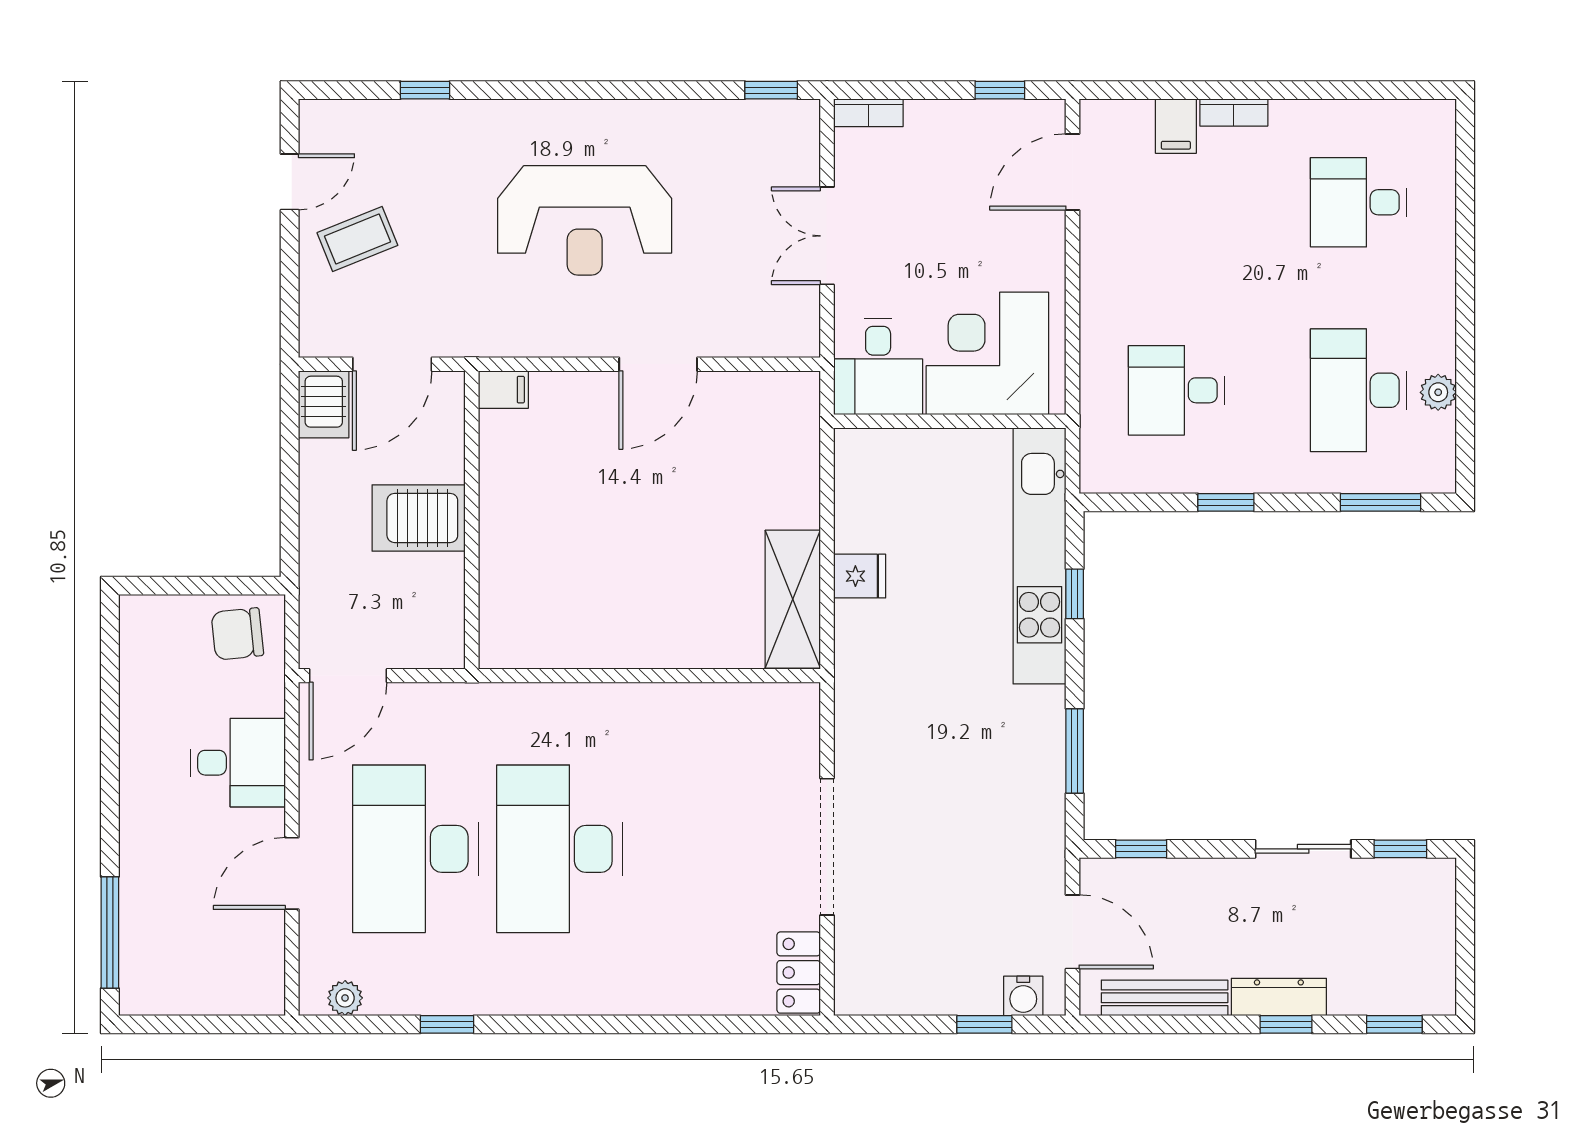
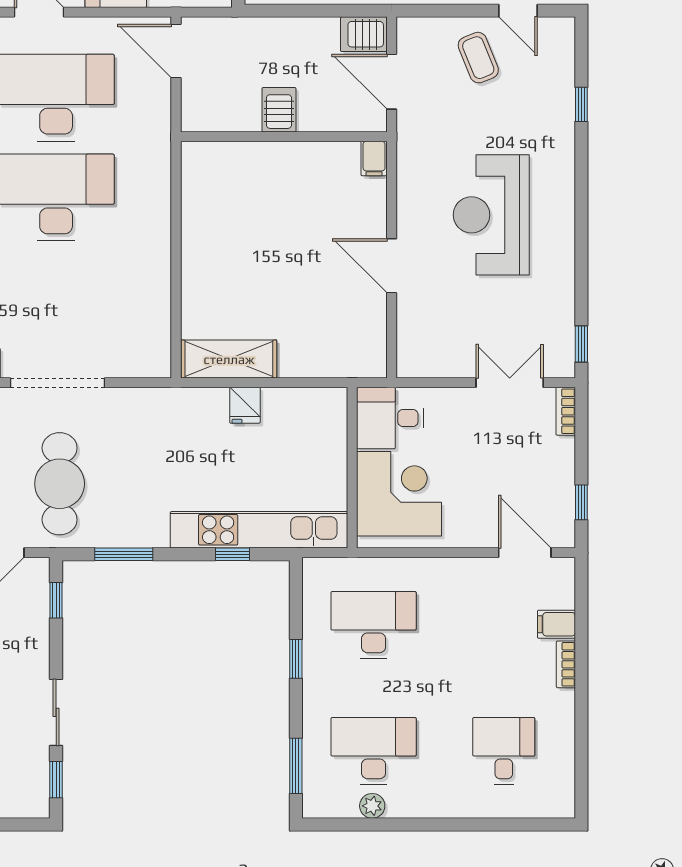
double door: (827, 236) -> (510, 383), moved
desk: (1177, 390) -> (374, 625), width x1.37
server rack: (419, 518) -> (279, 110), width x0.73, depth x0.70
cafe table: (973, 844) -> (60, 484), added

